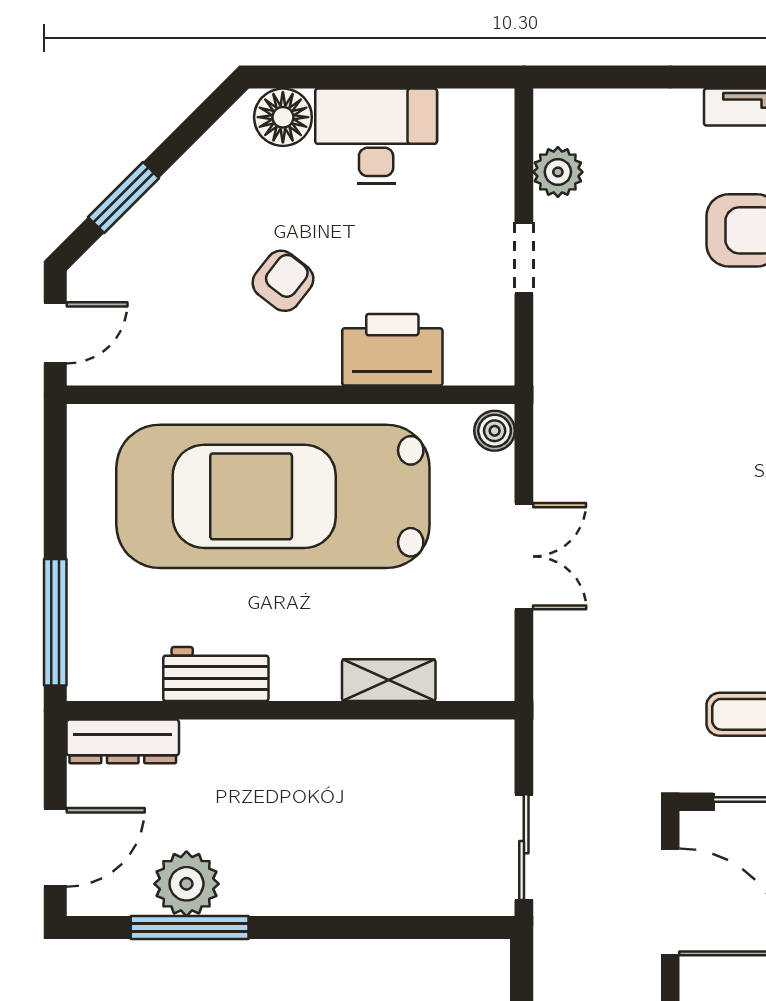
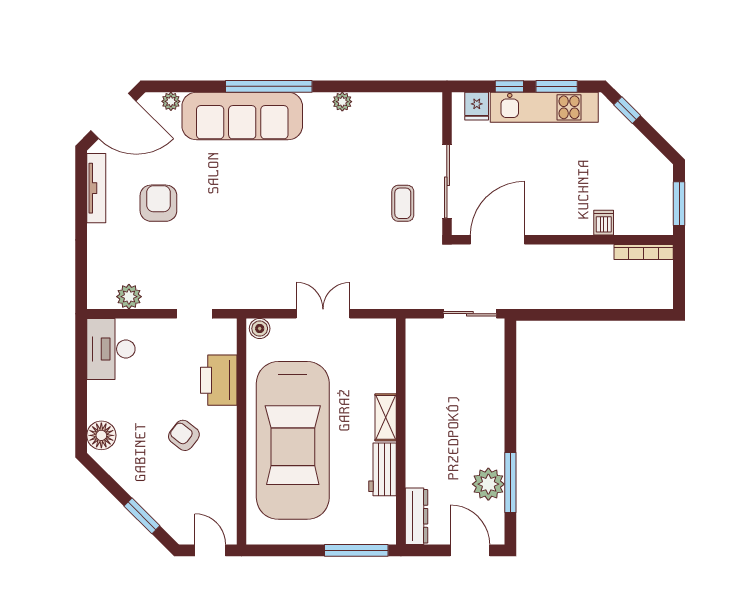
desk: (376, 136) -> (111, 349), moved
doorway: (524, 258) -> (194, 314), moved
shelving: (389, 680) -> (386, 417), moved

